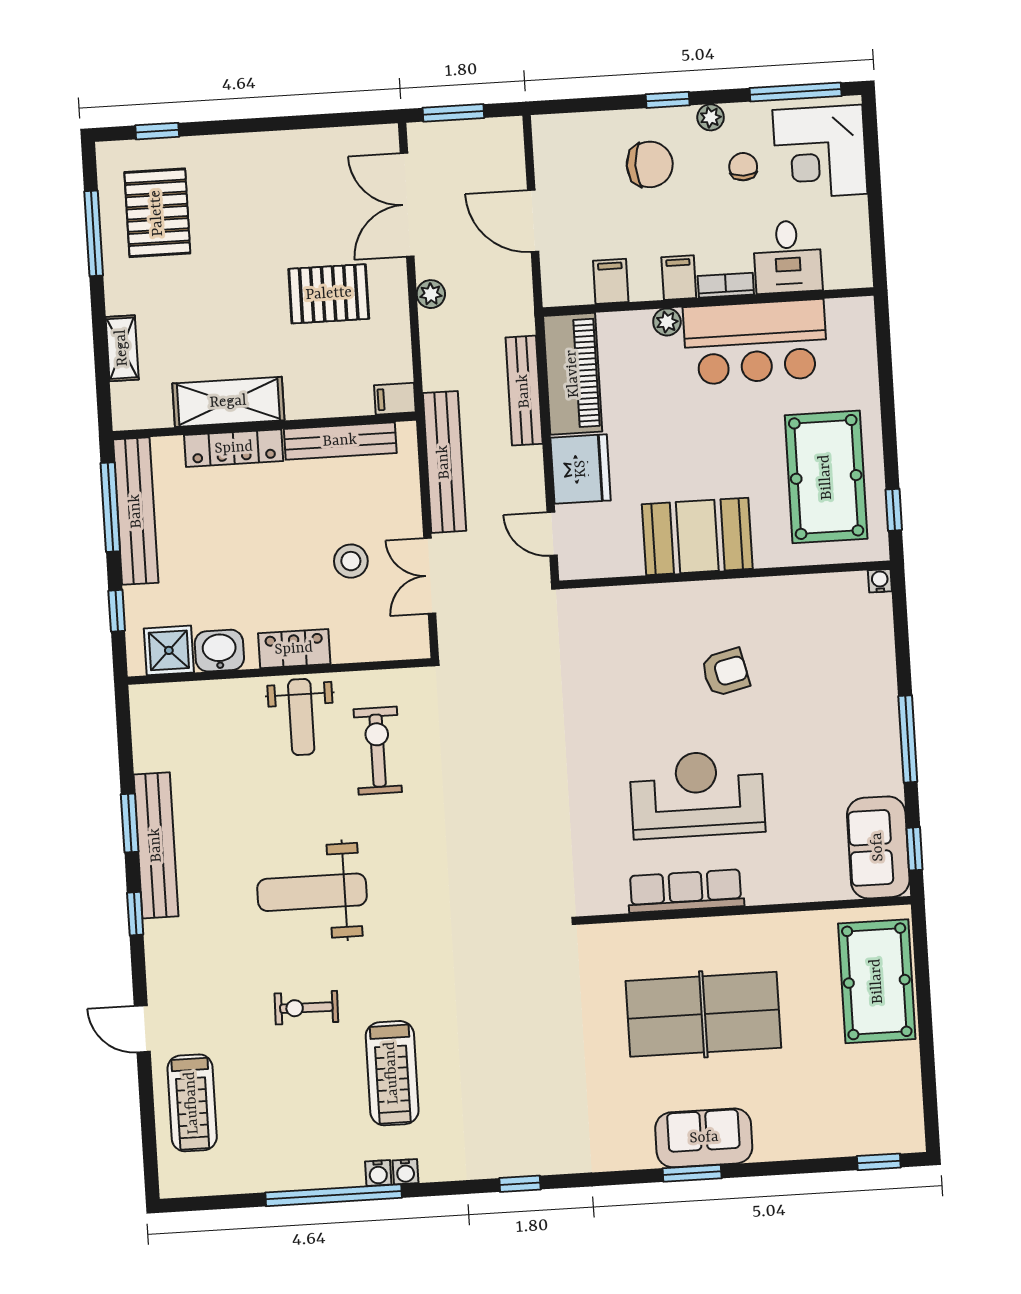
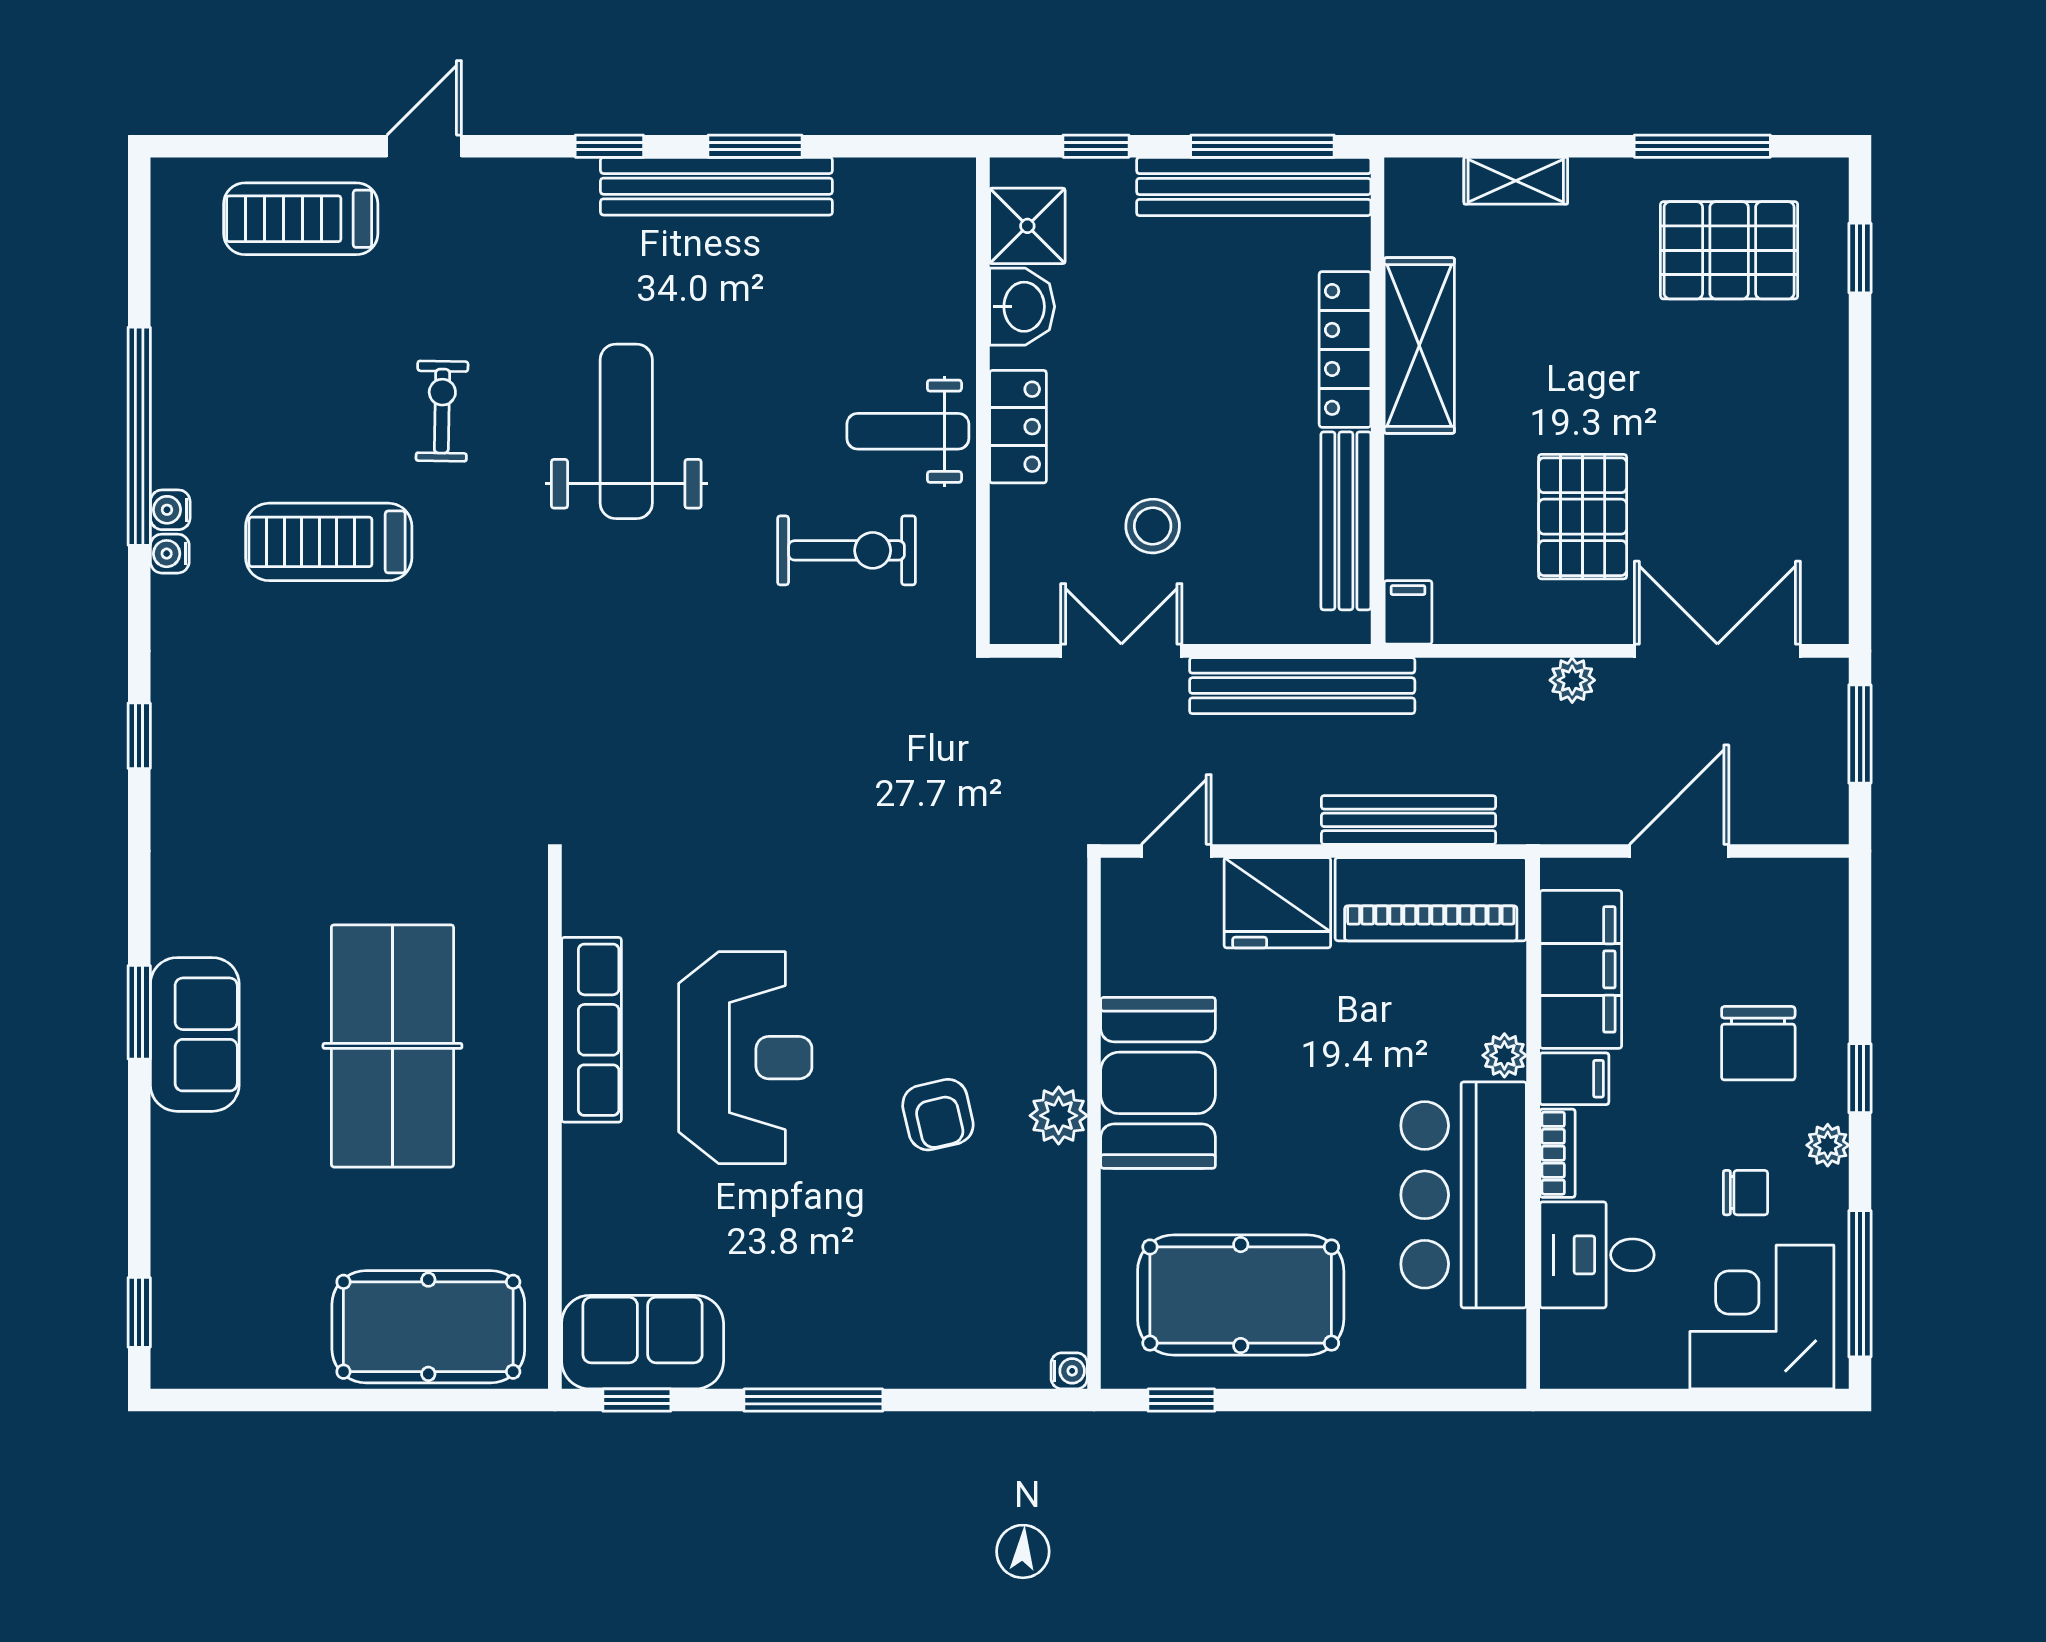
filing cabinet: (611, 281) -> (1581, 969), width x3.00, depth x1.17
plant: (721, 597) -> (1059, 1116), added

